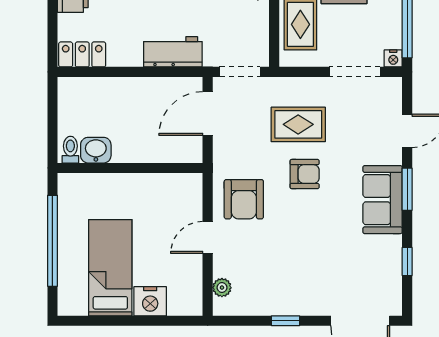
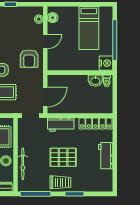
locker: (82, 54) -> (96, 123), width x1.53
armchair: (244, 199) -> (29, 59), turned 180
floor lamp: (191, 291) -> (53, 18), added
nightstand: (150, 301) -> (106, 63), moved, turned 90

